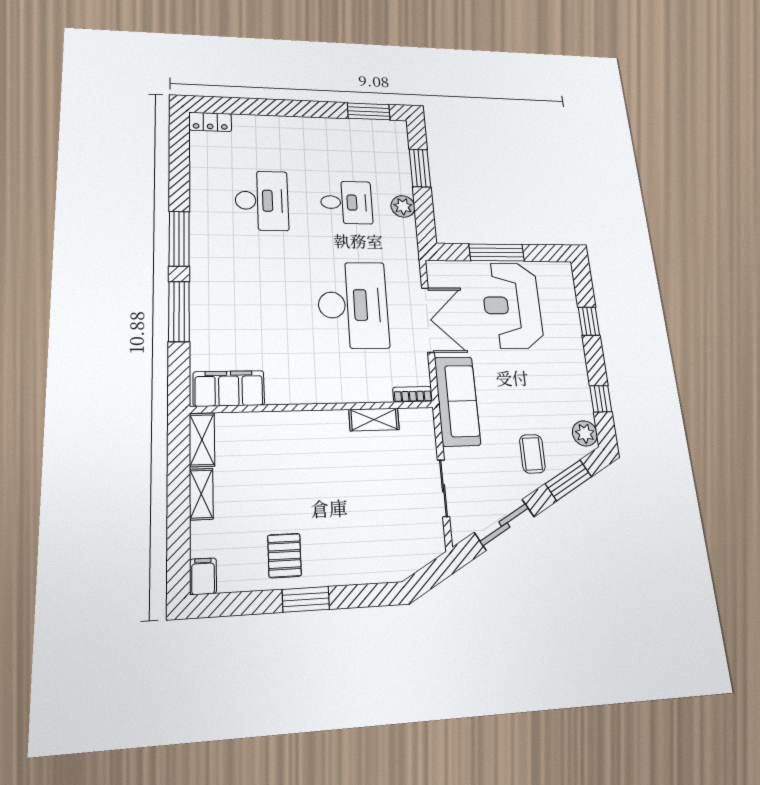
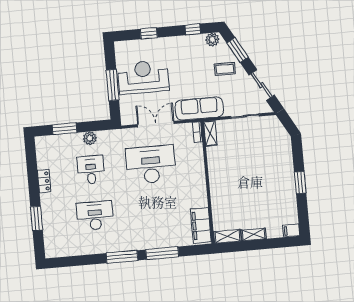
window: (369, 111) -> (37, 218), moved
locker: (210, 122) -> (44, 181), moved
reception desk: (512, 305) -> (143, 77), turned 180
shelving: (374, 420) -> (210, 133), moved
pallet: (284, 555) -> (281, 194), removed

